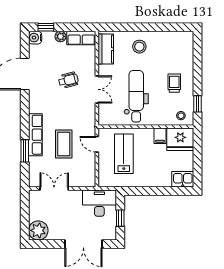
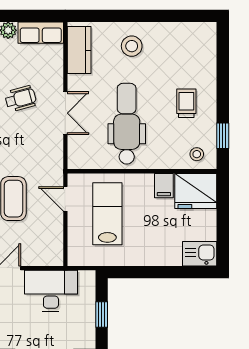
desk: (99, 203) -> (51, 291), moved

